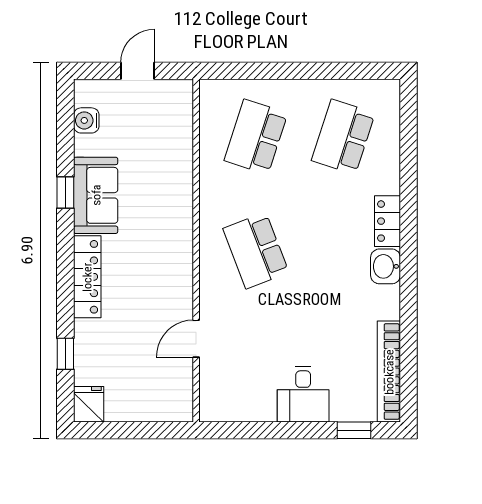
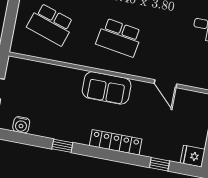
sofa: (96, 195) -> (107, 88), moved, turned 180
school desk: (256, 250) -> (119, 37), turned 30

